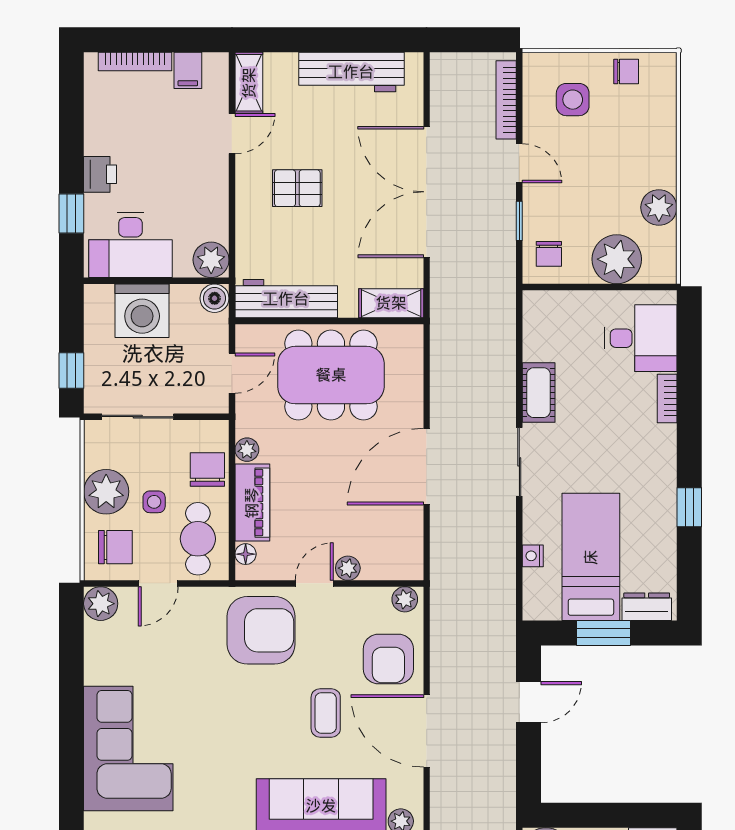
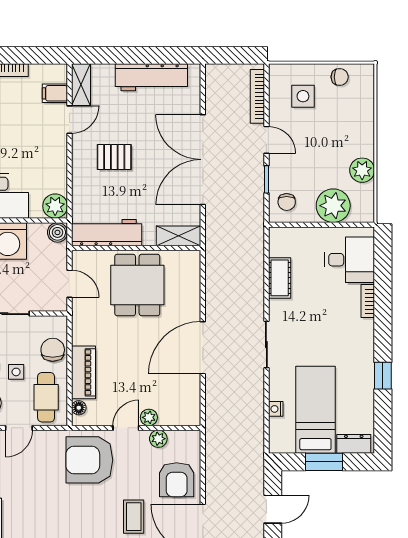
filing cabinet: (188, 70) -> (55, 93), moved, turned 90
door: (232, 373) -> (69, 284), hinge flipped
dining table: (331, 375) -> (137, 285), width x0.73
cot: (539, 393) -> (280, 278), moved
plant: (247, 450) -> (80, 336), removed
plant: (405, 599) -> (158, 439), moved
armchair: (261, 630) -> (89, 460), turned 180

